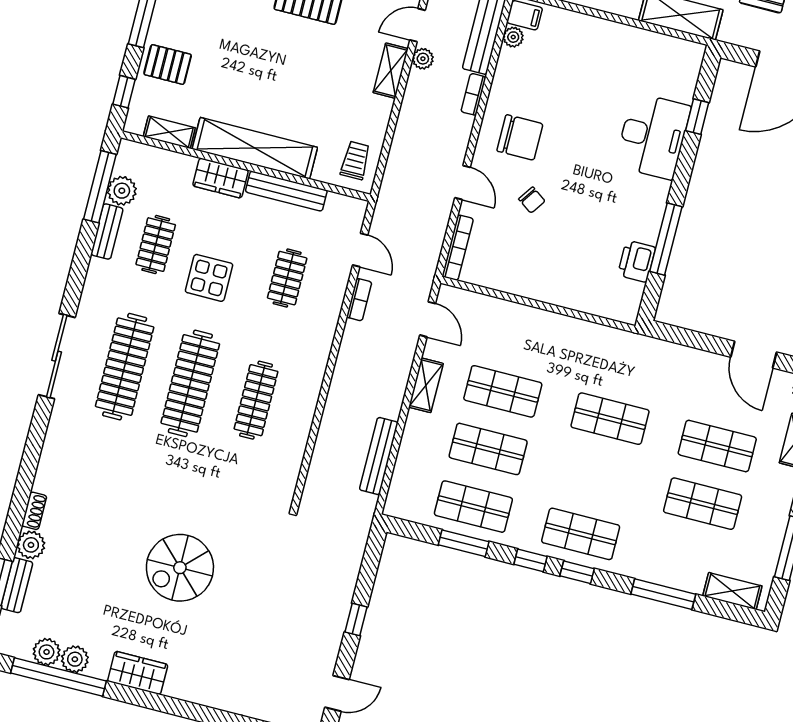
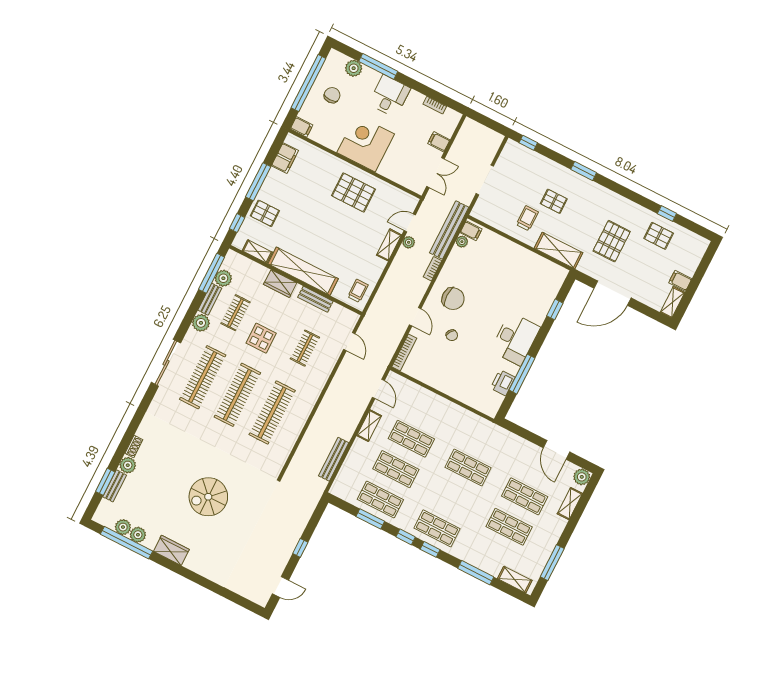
desk: (653, 136) -> (515, 339), moved
bench: (286, 191) -> (315, 299), width x0.73
plant: (101, 275) -> (201, 323), added
bookcase: (359, 300) -> (342, 369), removed
clothes rail: (256, 400) -> (272, 412), width x1.37, depth x1.31

